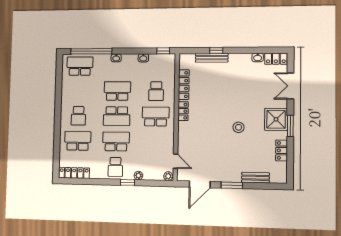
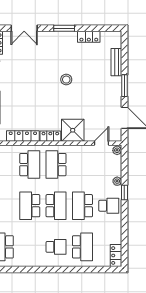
school desk: (156, 91) -> (30, 165), width x1.85
shower: (276, 119) -> (73, 130), moved
school desk: (78, 141) -> (82, 247), turned 180
locker: (74, 173) -> (116, 256), width x0.66

